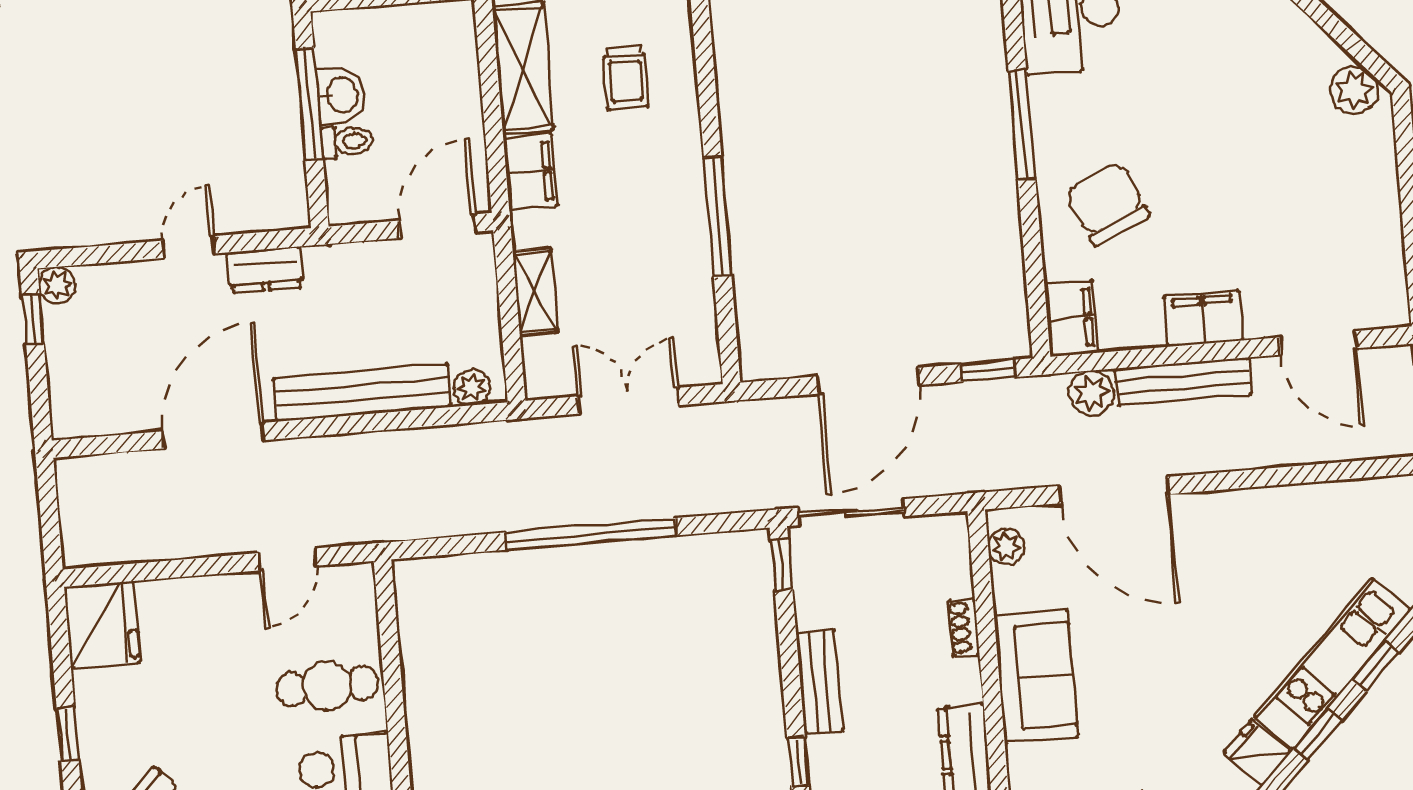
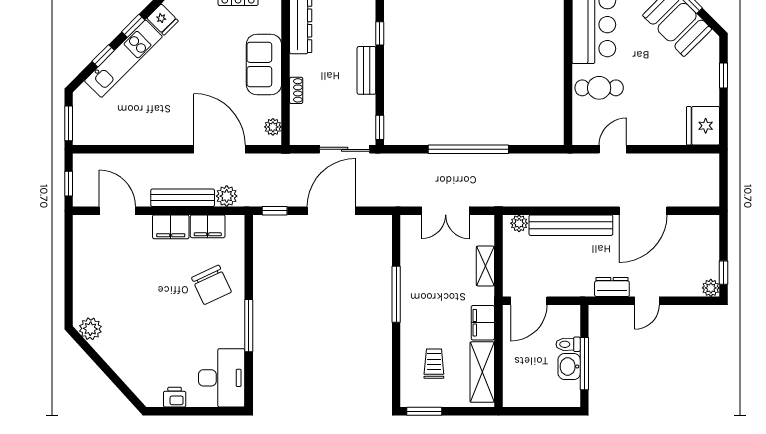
filing cabinet: (1071, 318) -> (208, 226), moved, turned -90

